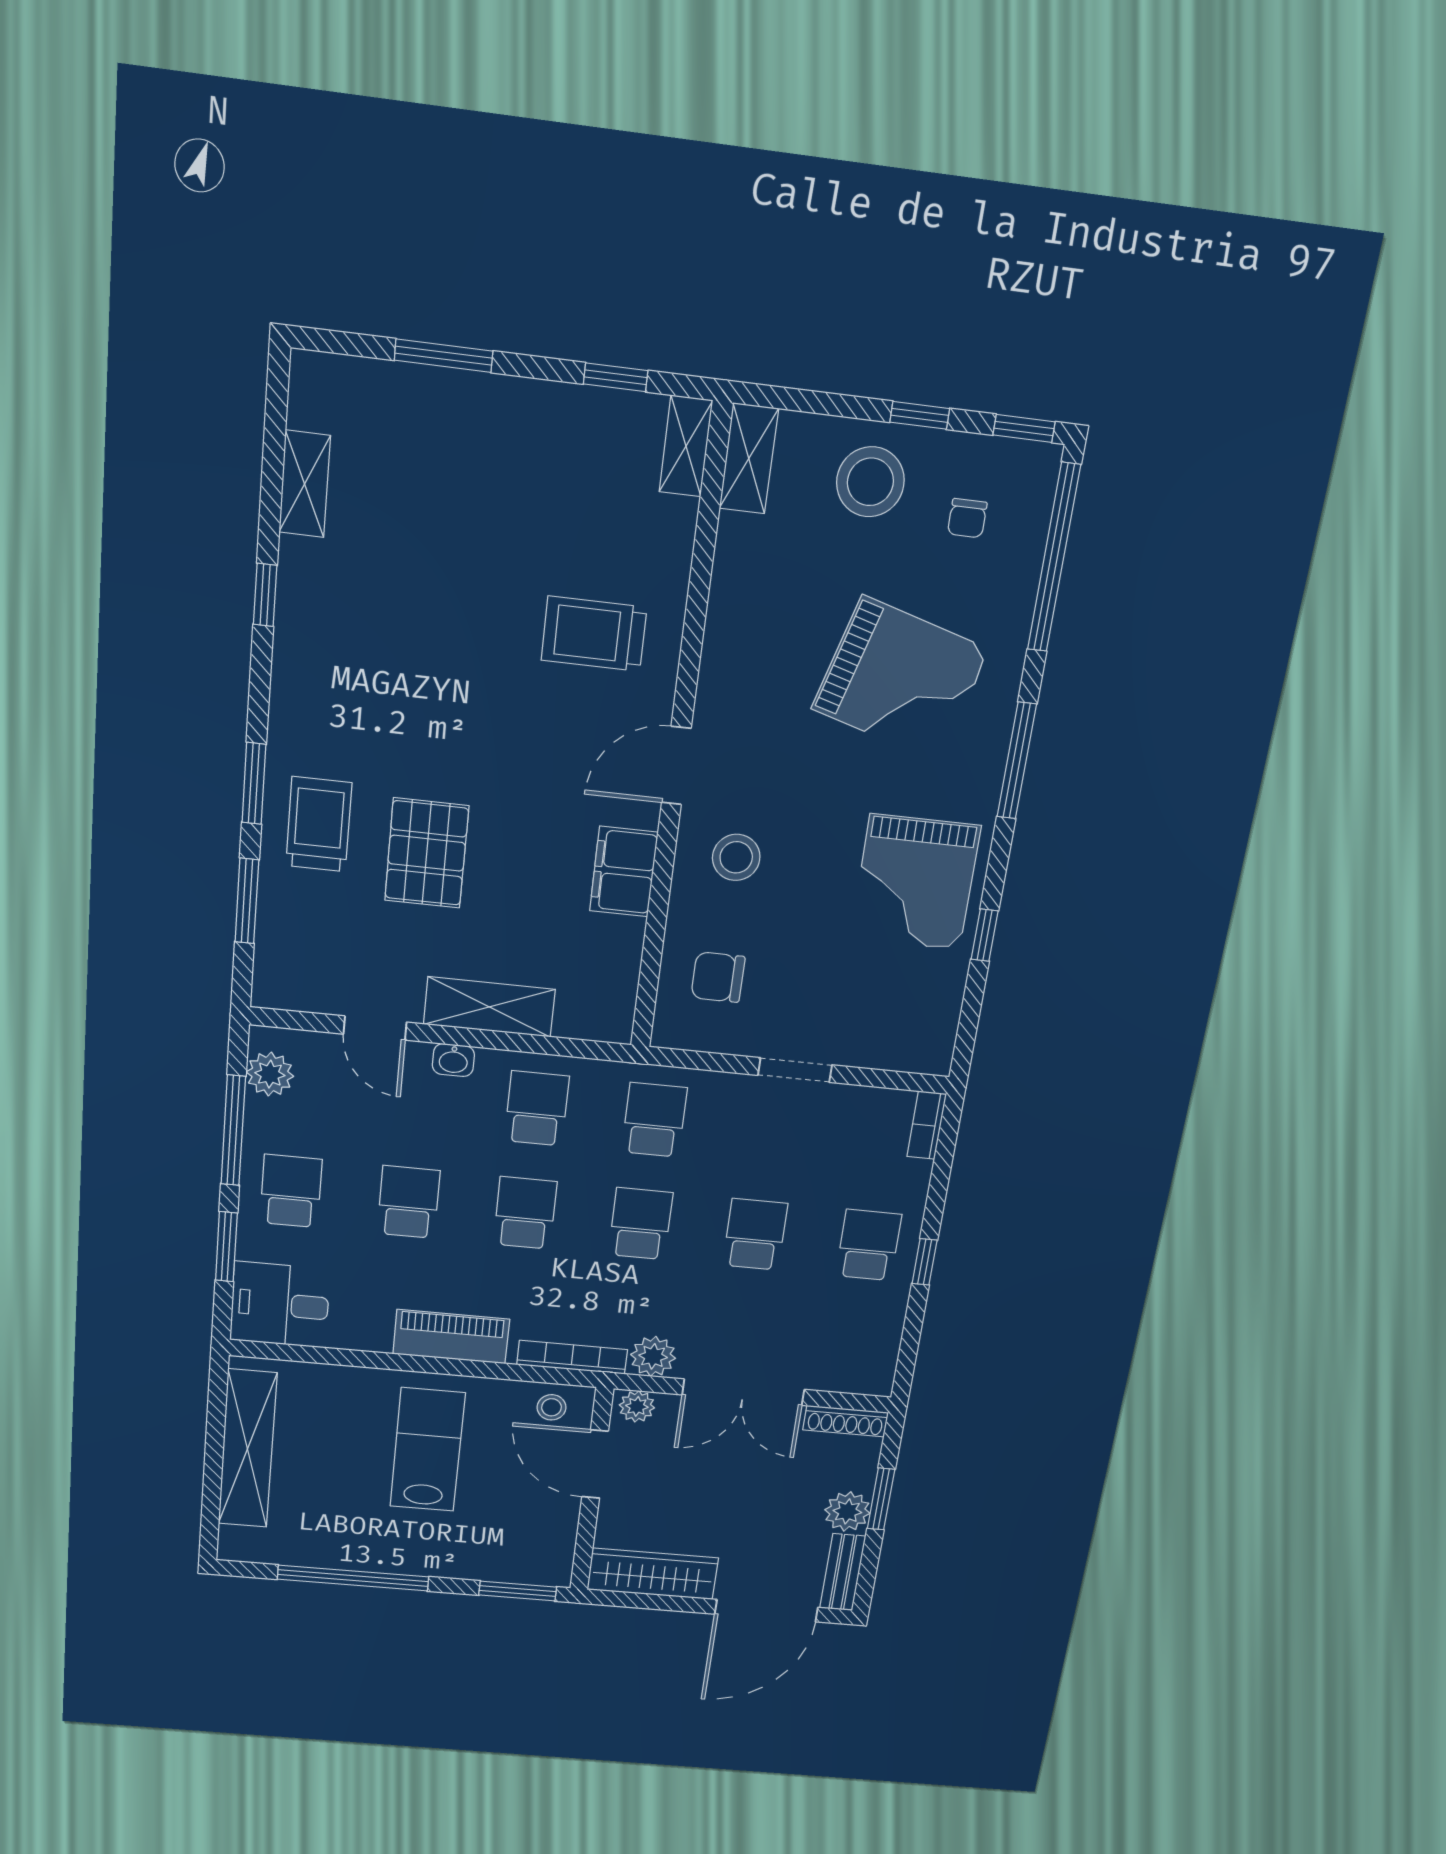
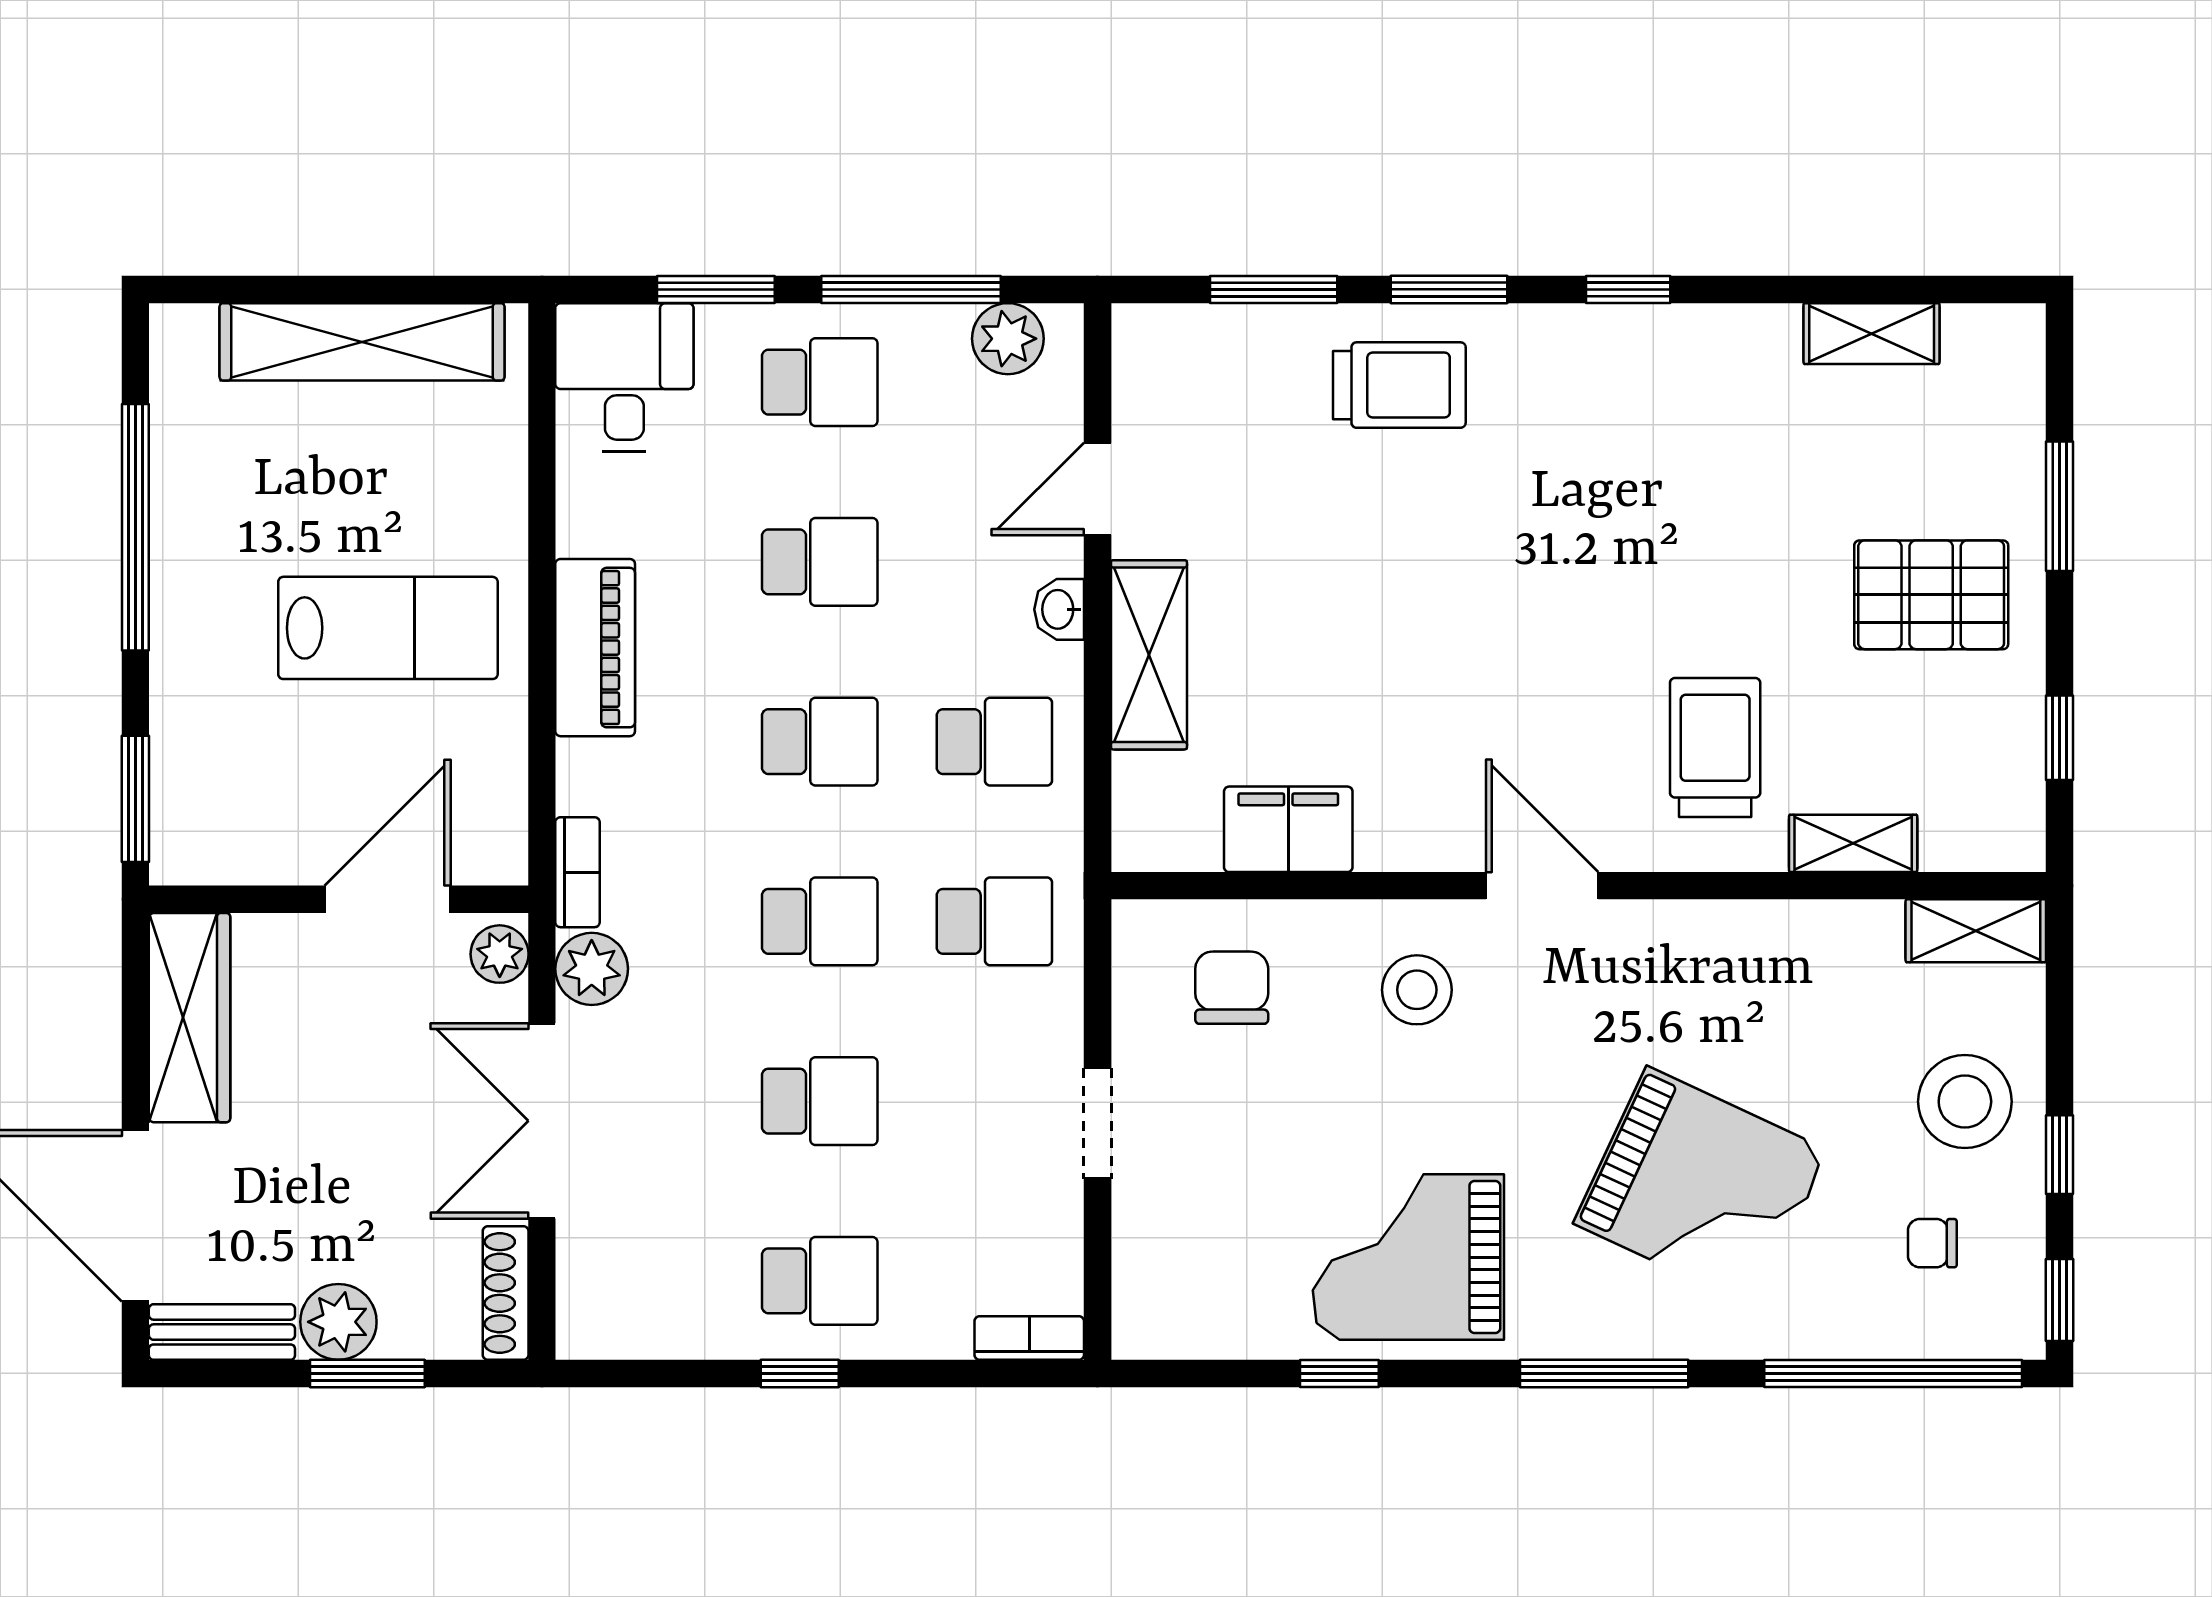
shelving: (686, 446) -> (1853, 843), moved
window: (265, 595) -> (1628, 289), moved
grand piano: (901, 679) -> (1701, 1187), turned -81
pallet: (427, 853) -> (1931, 595), moved
filing cabinet: (624, 872) -> (1288, 829), moved
bookcase: (572, 1357) -> (578, 872), width x0.64
stool: (551, 1407) -> (485, 818), removed

